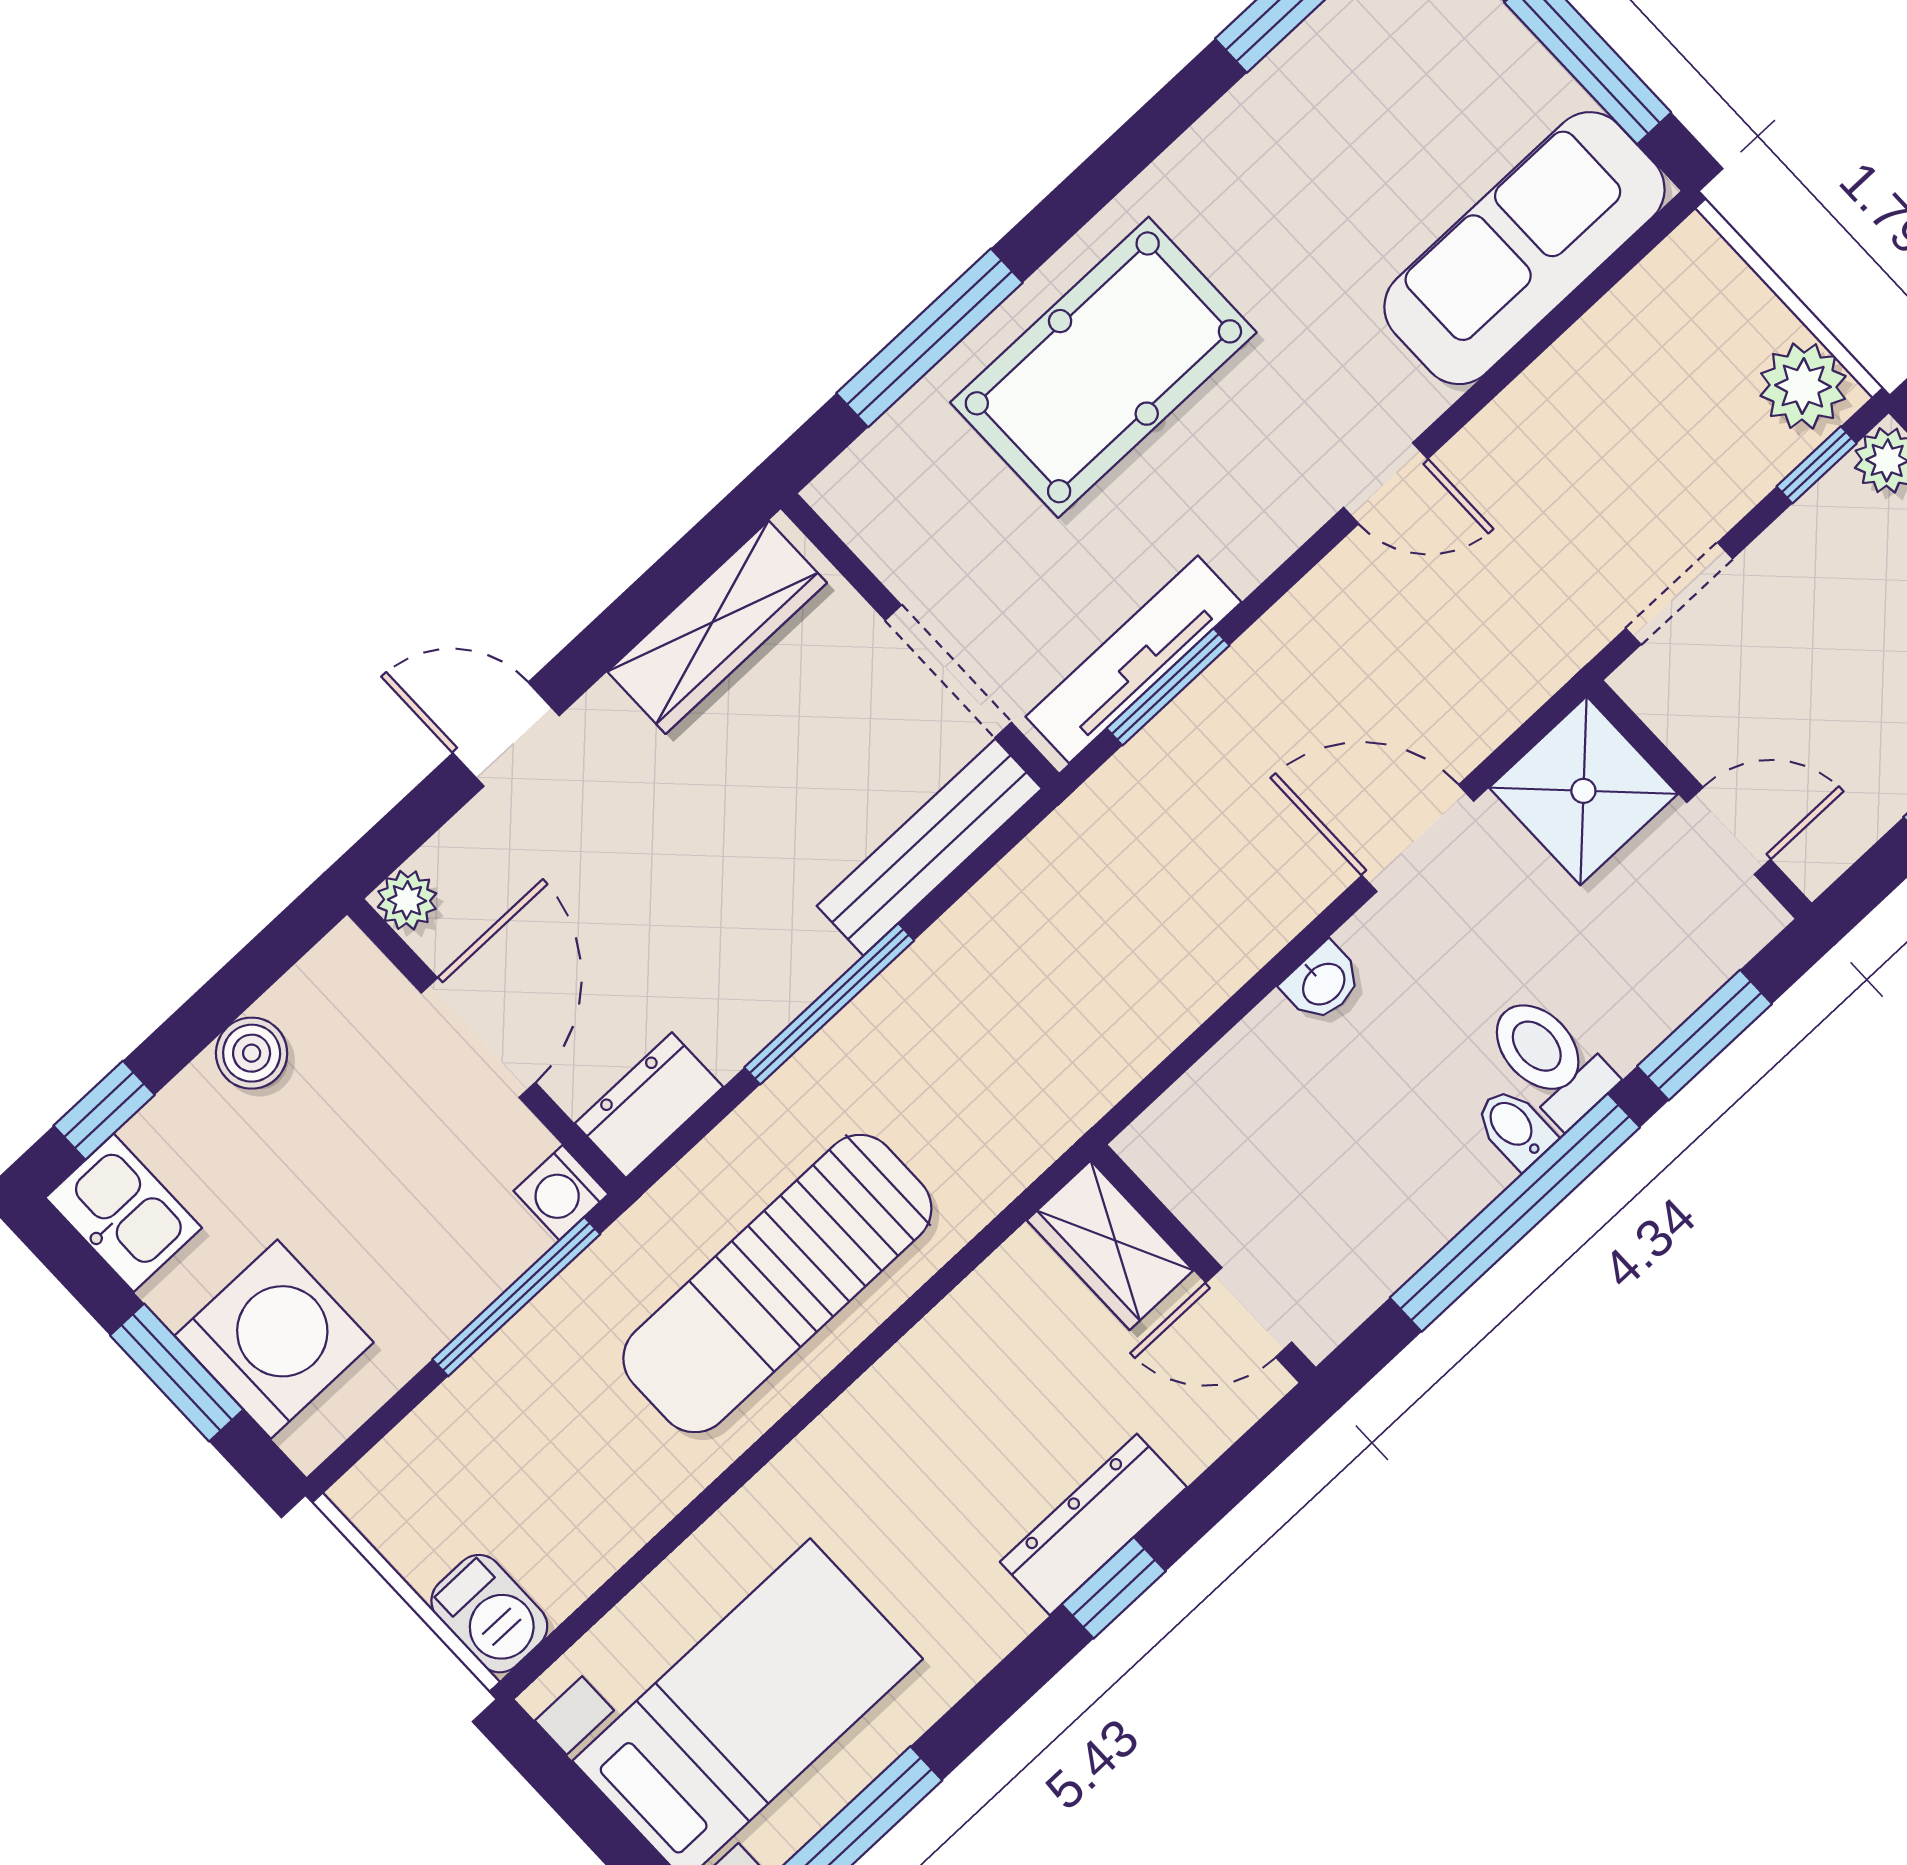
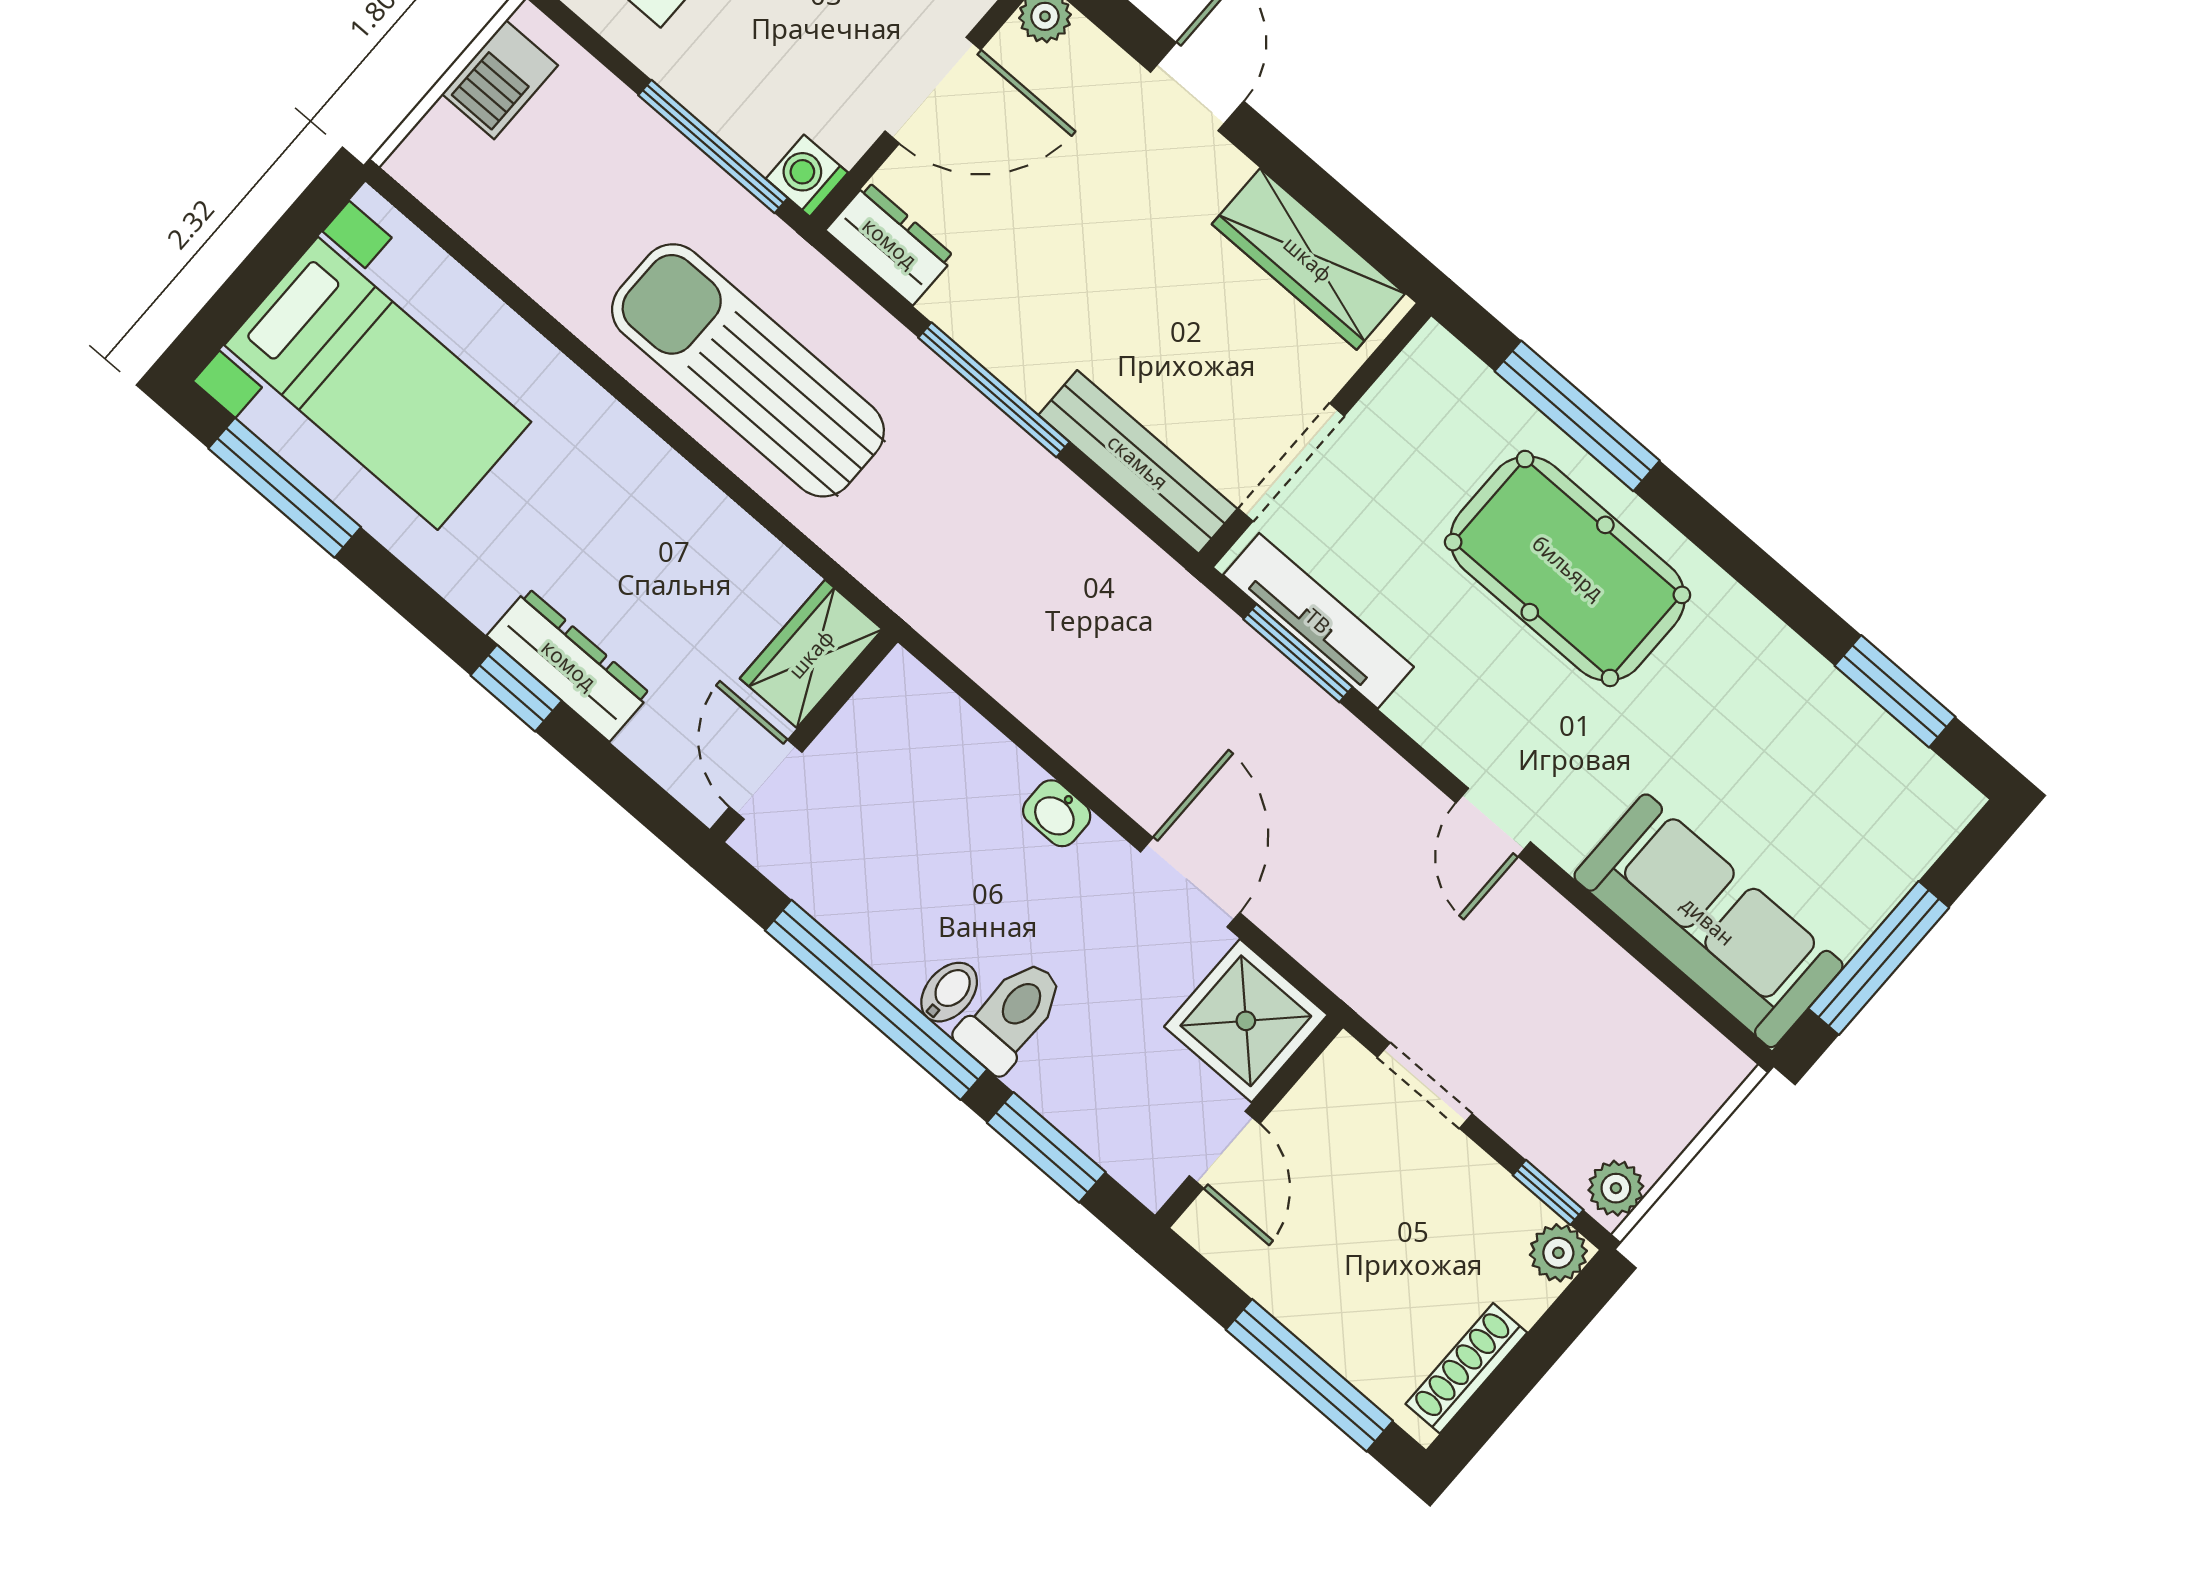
plant: (1803, 386) -> (1616, 1188), width x0.73, depth x0.73
barbecue: (489, 1614) -> (500, 80), moved

